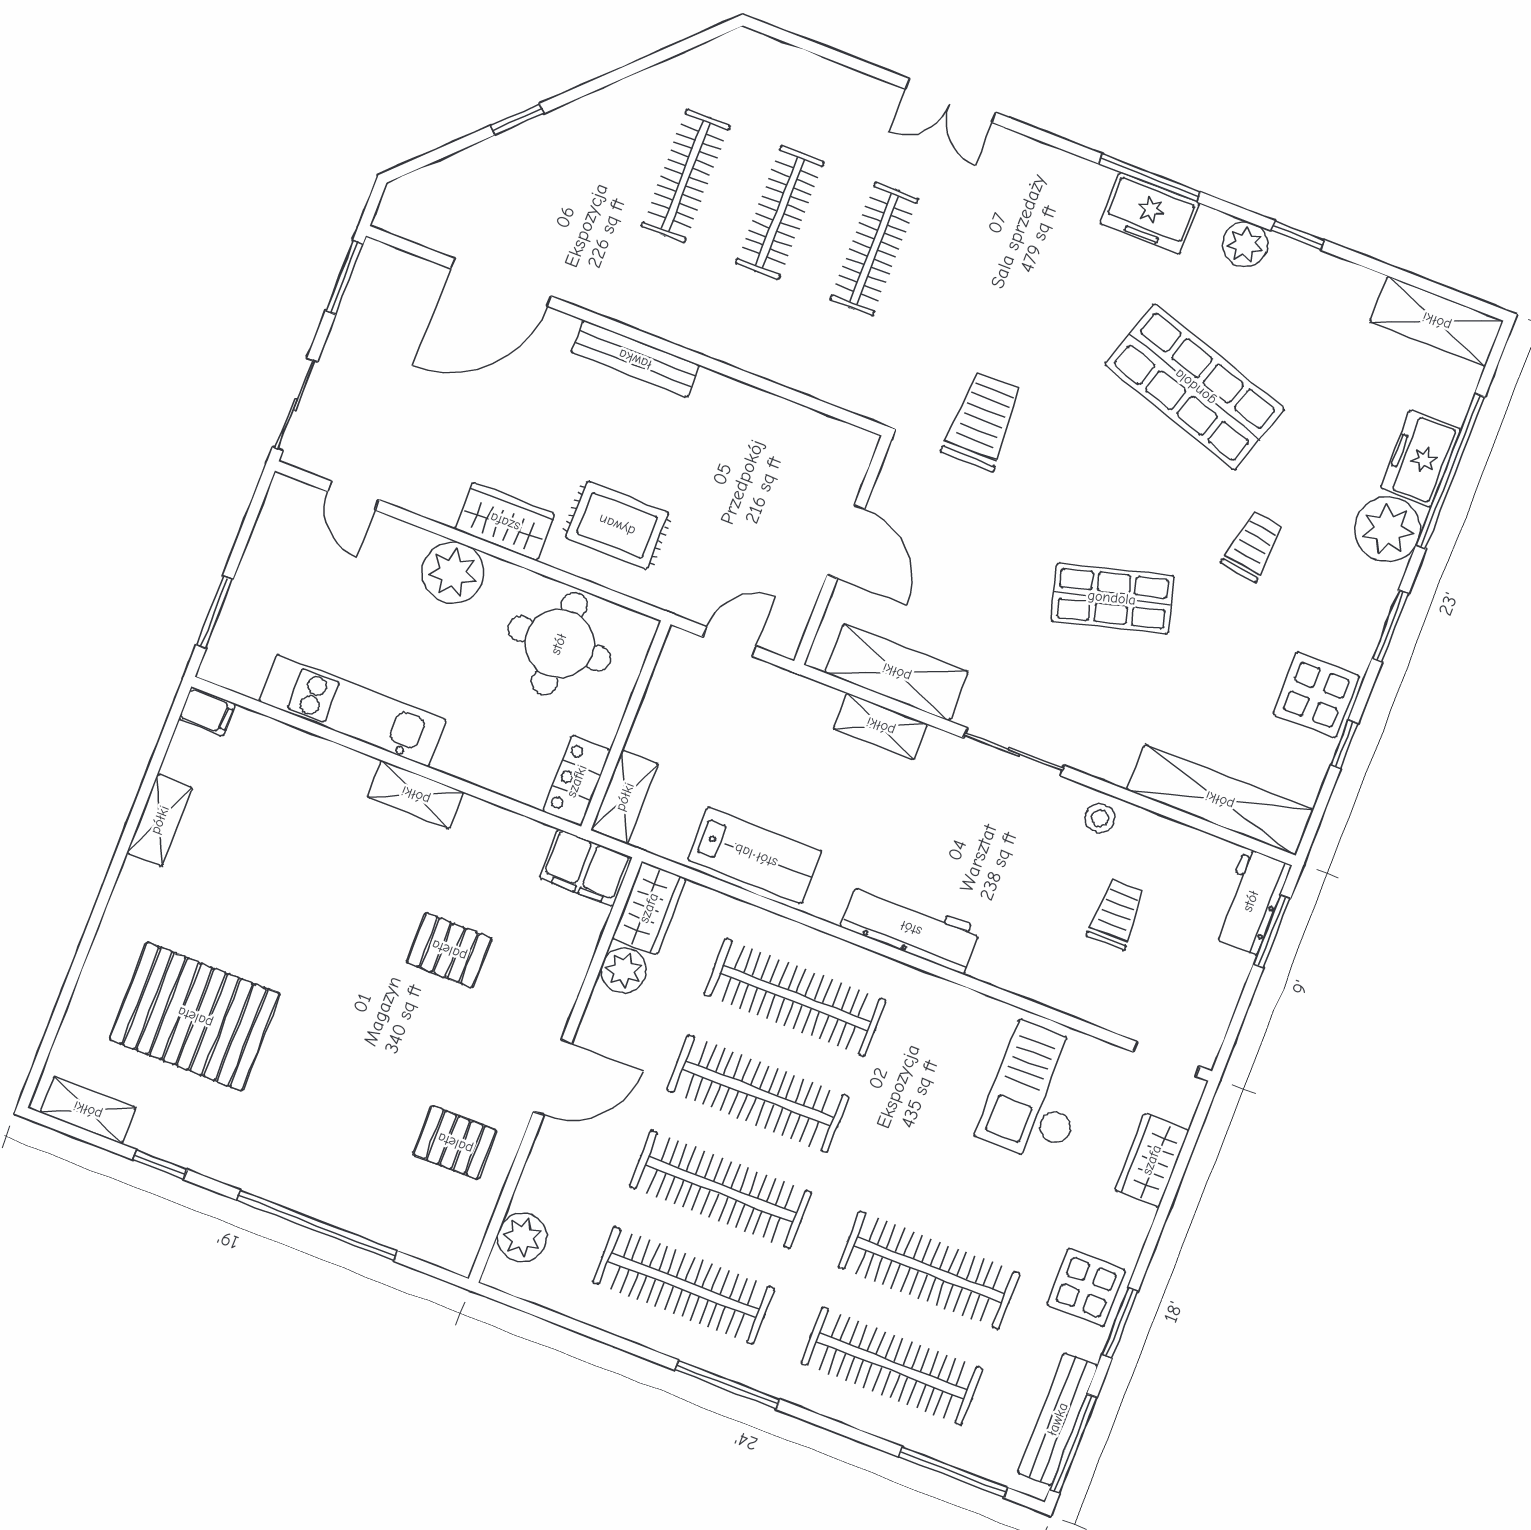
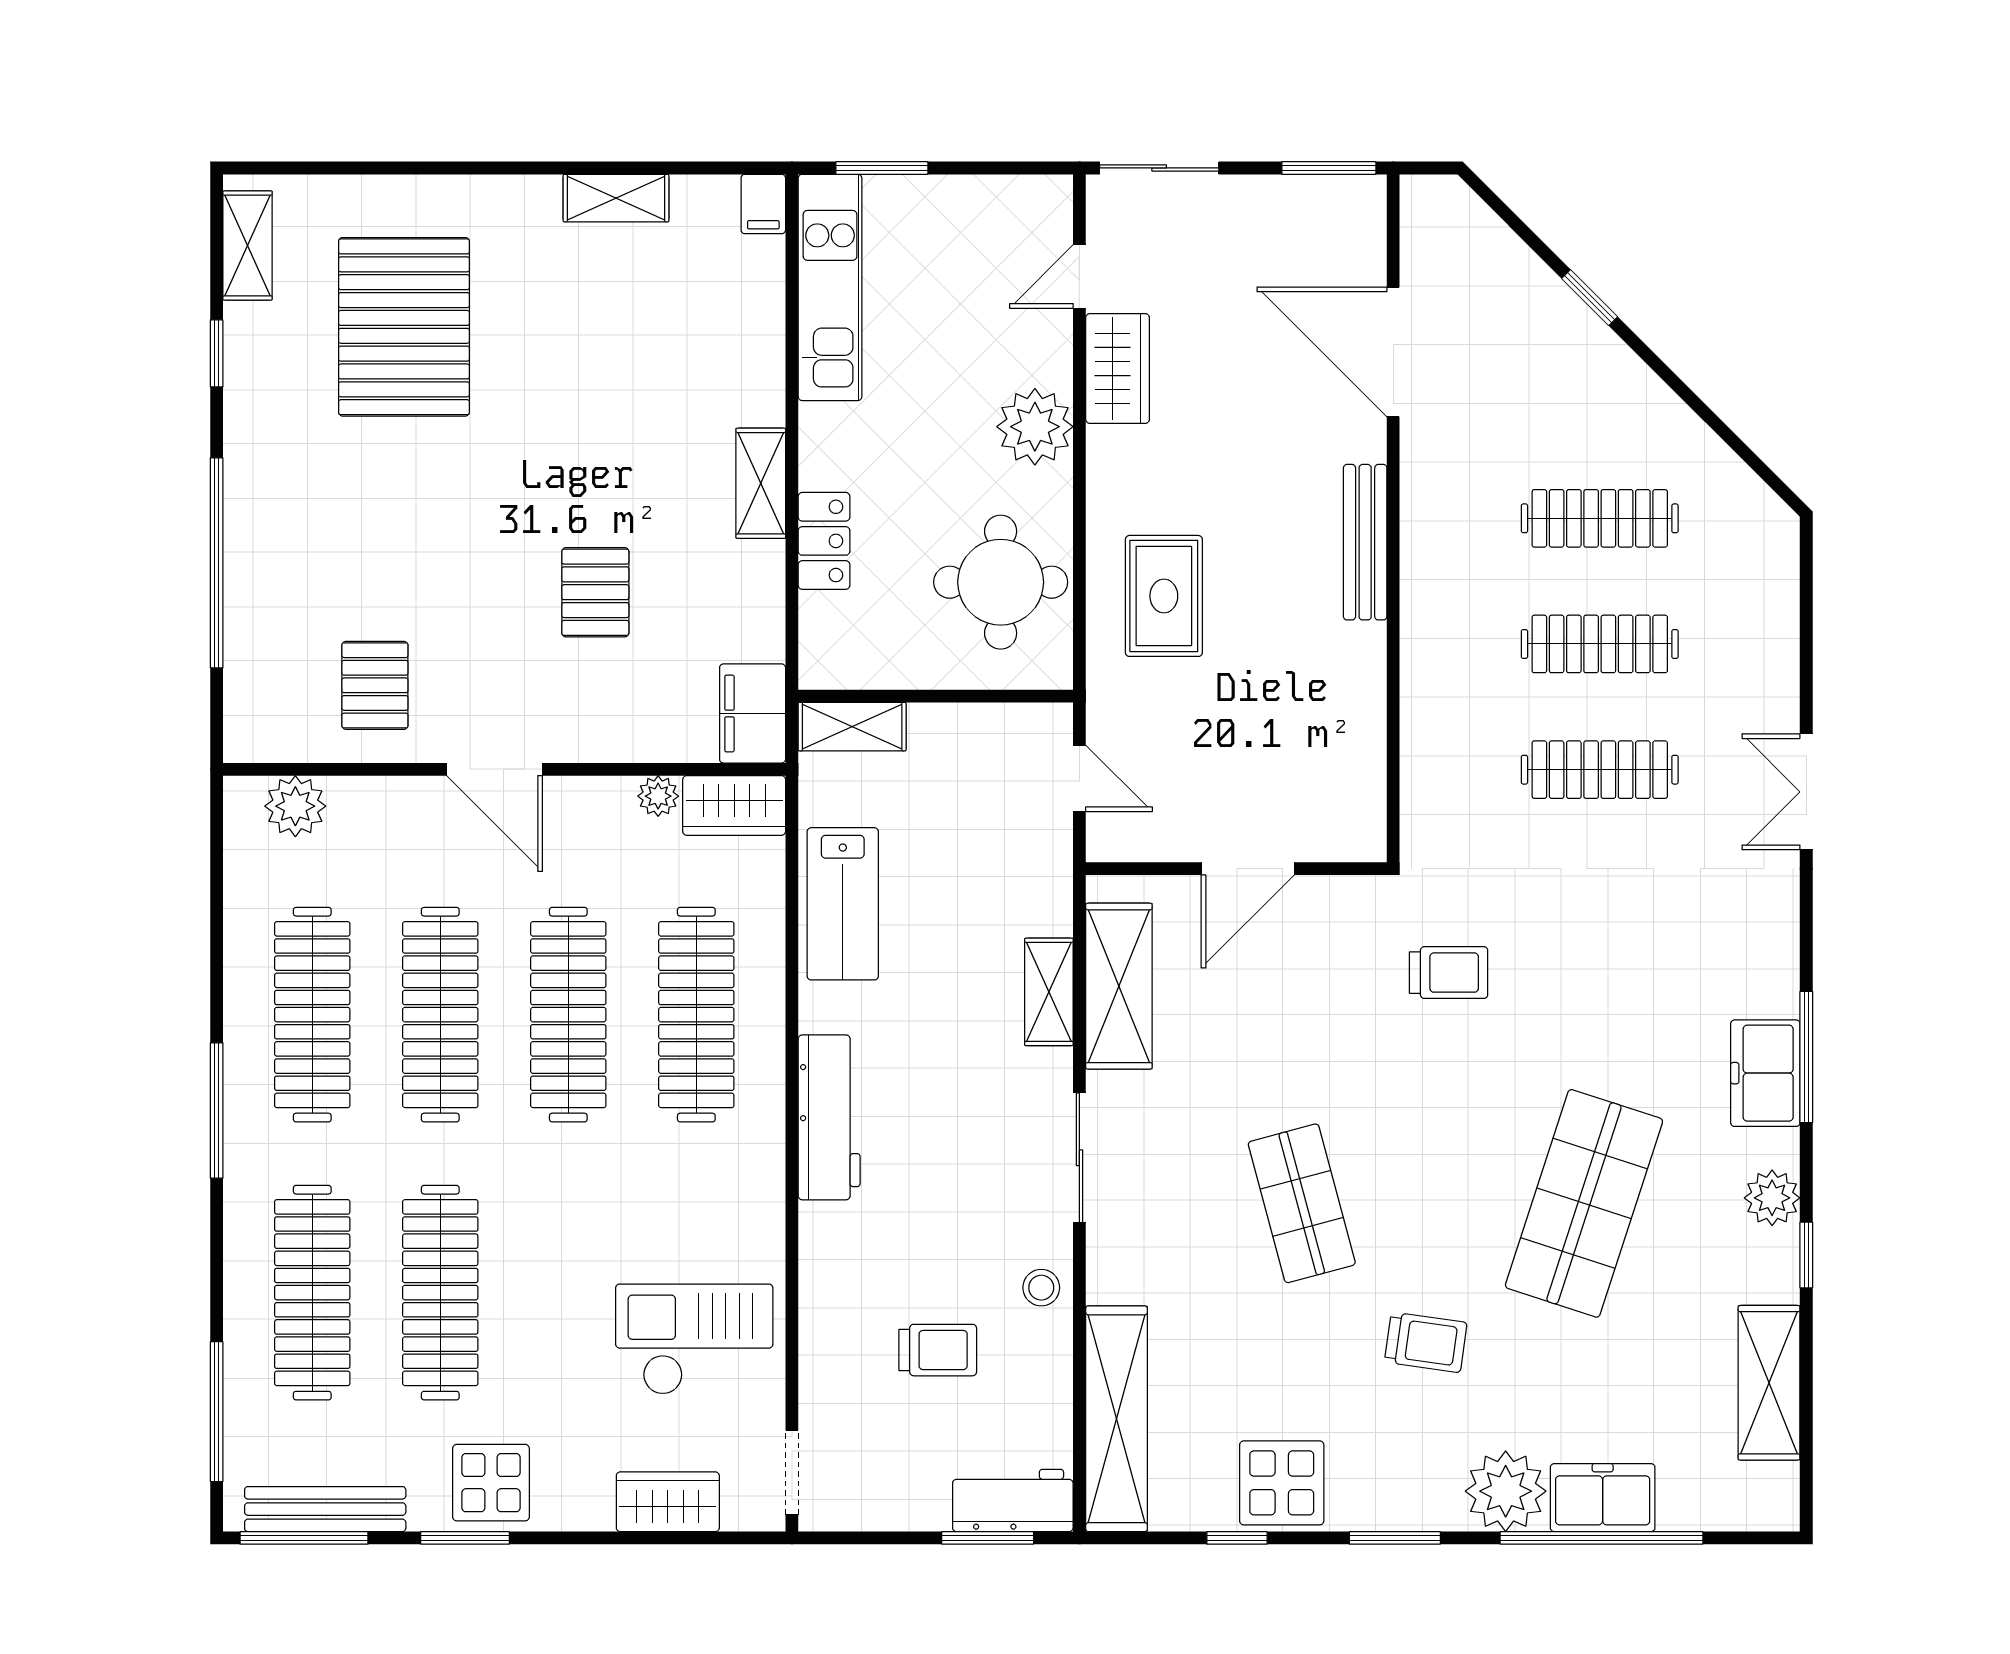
shelving: (1437, 321) -> (1769, 1383), moved
trolley: (982, 421) -> (1449, 973), width x0.73, depth x0.72
wardrobe: (505, 522) -> (1118, 369), moved
kitchen unit: (353, 710) -> (830, 287), moved
locker: (577, 781) -> (824, 541), moved, turned 90
plant: (624, 970) -> (658, 796), width x0.73, depth x0.73

